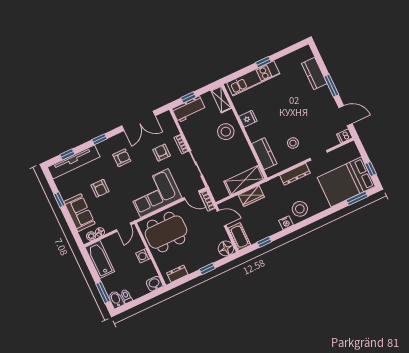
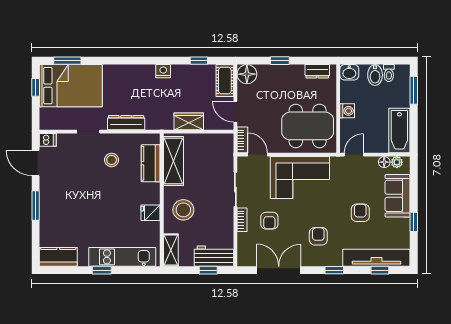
kitchen counter: (314, 73) -> (58, 257), moved, turned -90
armchair: (122, 158) -> (318, 236), turned 90
shelving: (244, 180) -> (173, 161), moved, turned 90
stool: (300, 209) -> (140, 80), removed
bidet: (116, 299) -> (375, 75), moved

